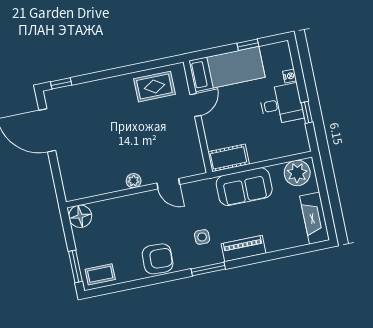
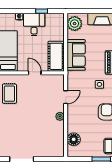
door: (195, 105) -> (35, 73), moved
cot: (229, 158) -> (56, 56), width x1.37, depth x1.34
floor lamp: (80, 216) -> (74, 139), moved

